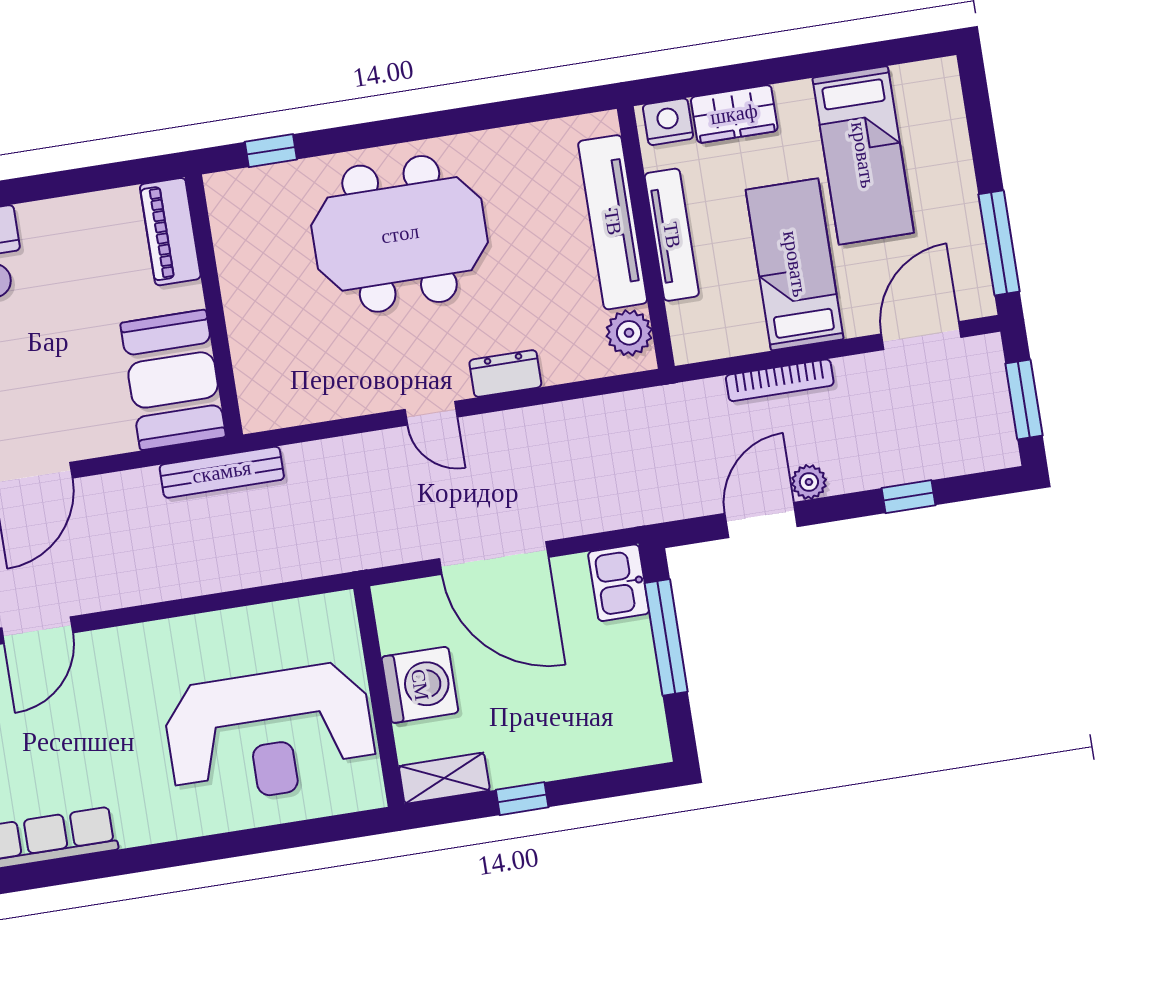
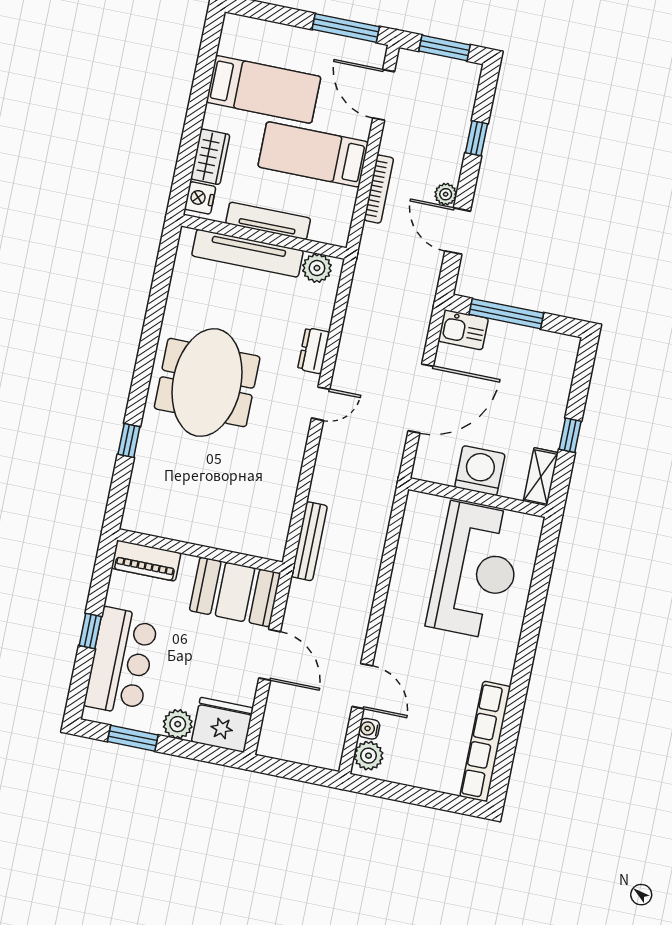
piano: (170, 232) -> (146, 561), moved
wall: (214, 306) -> (200, 551), moved
booth: (173, 380) -> (235, 592), moved

